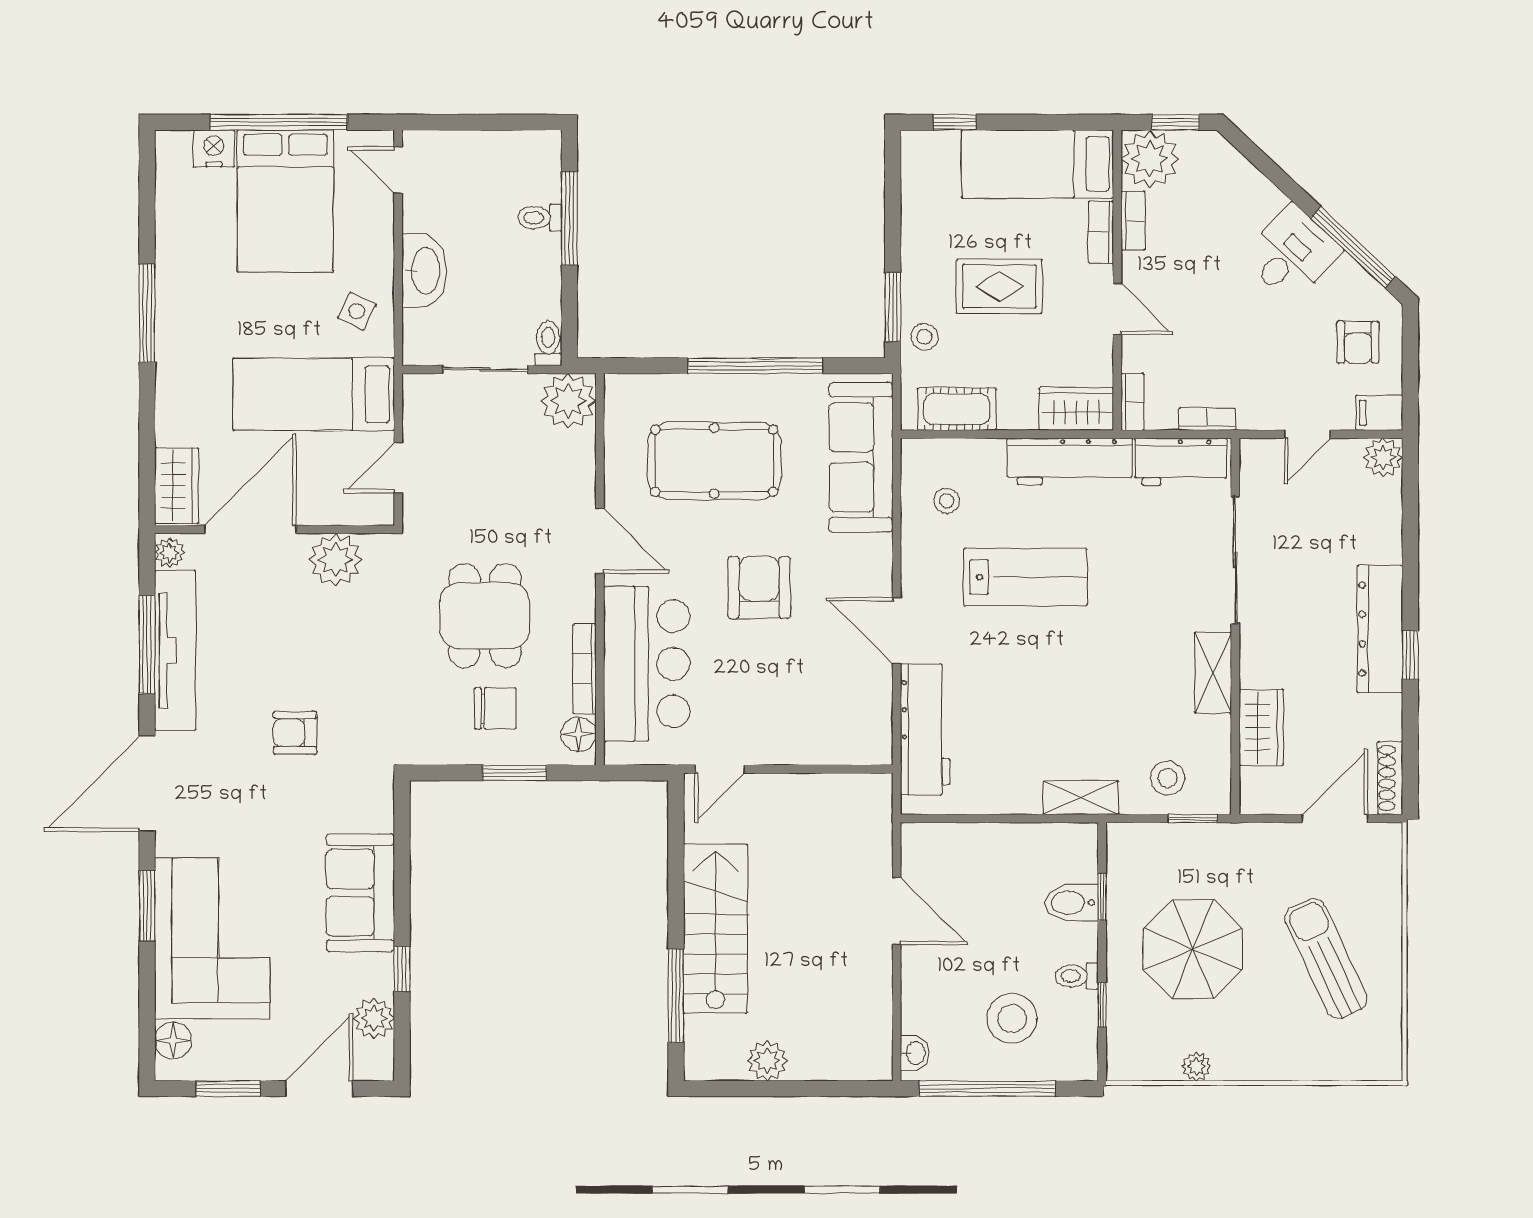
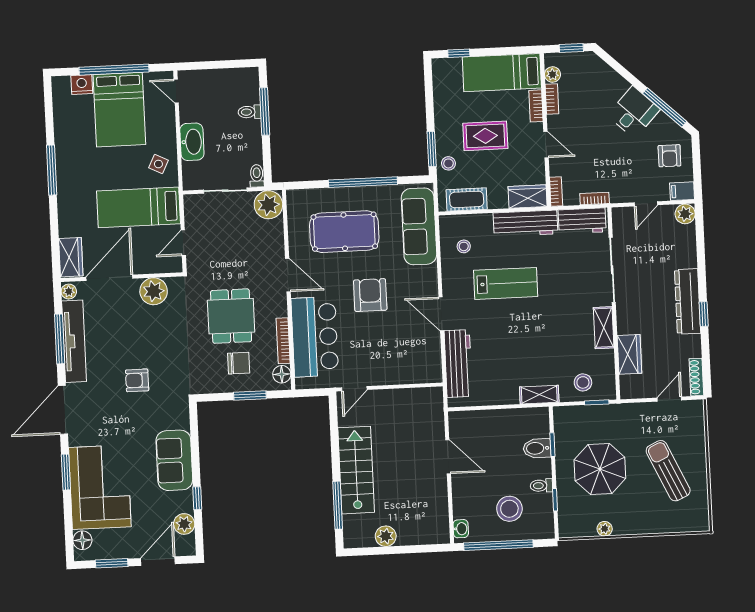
plant: (1150, 159) -> (553, 74), width x0.53, depth x0.53
door: (1335, 818) -> (669, 399), width x0.73

